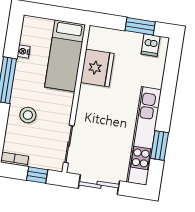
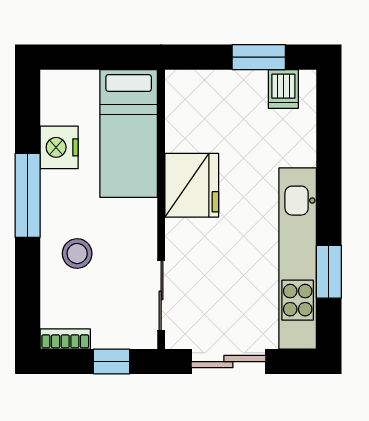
nightstand: (24, 51) -> (59, 147), width x1.89, depth x1.79
fridge: (97, 68) -> (192, 185), moved

